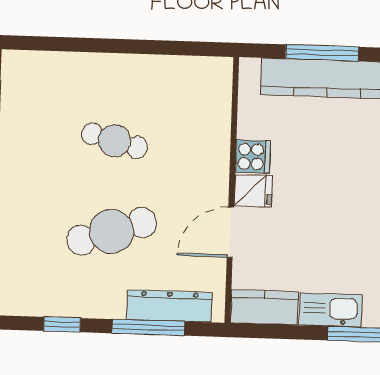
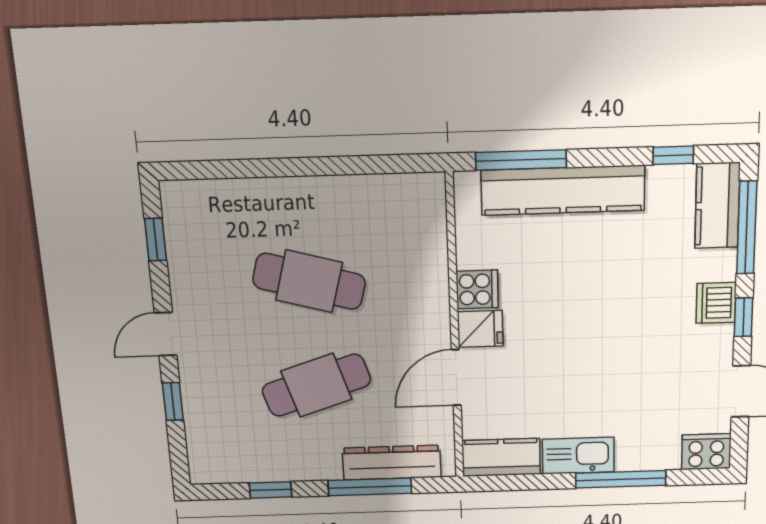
window: (322, 53) -> (521, 160), moved
cafe table: (114, 141) -> (309, 281), width x1.37, depth x1.35

